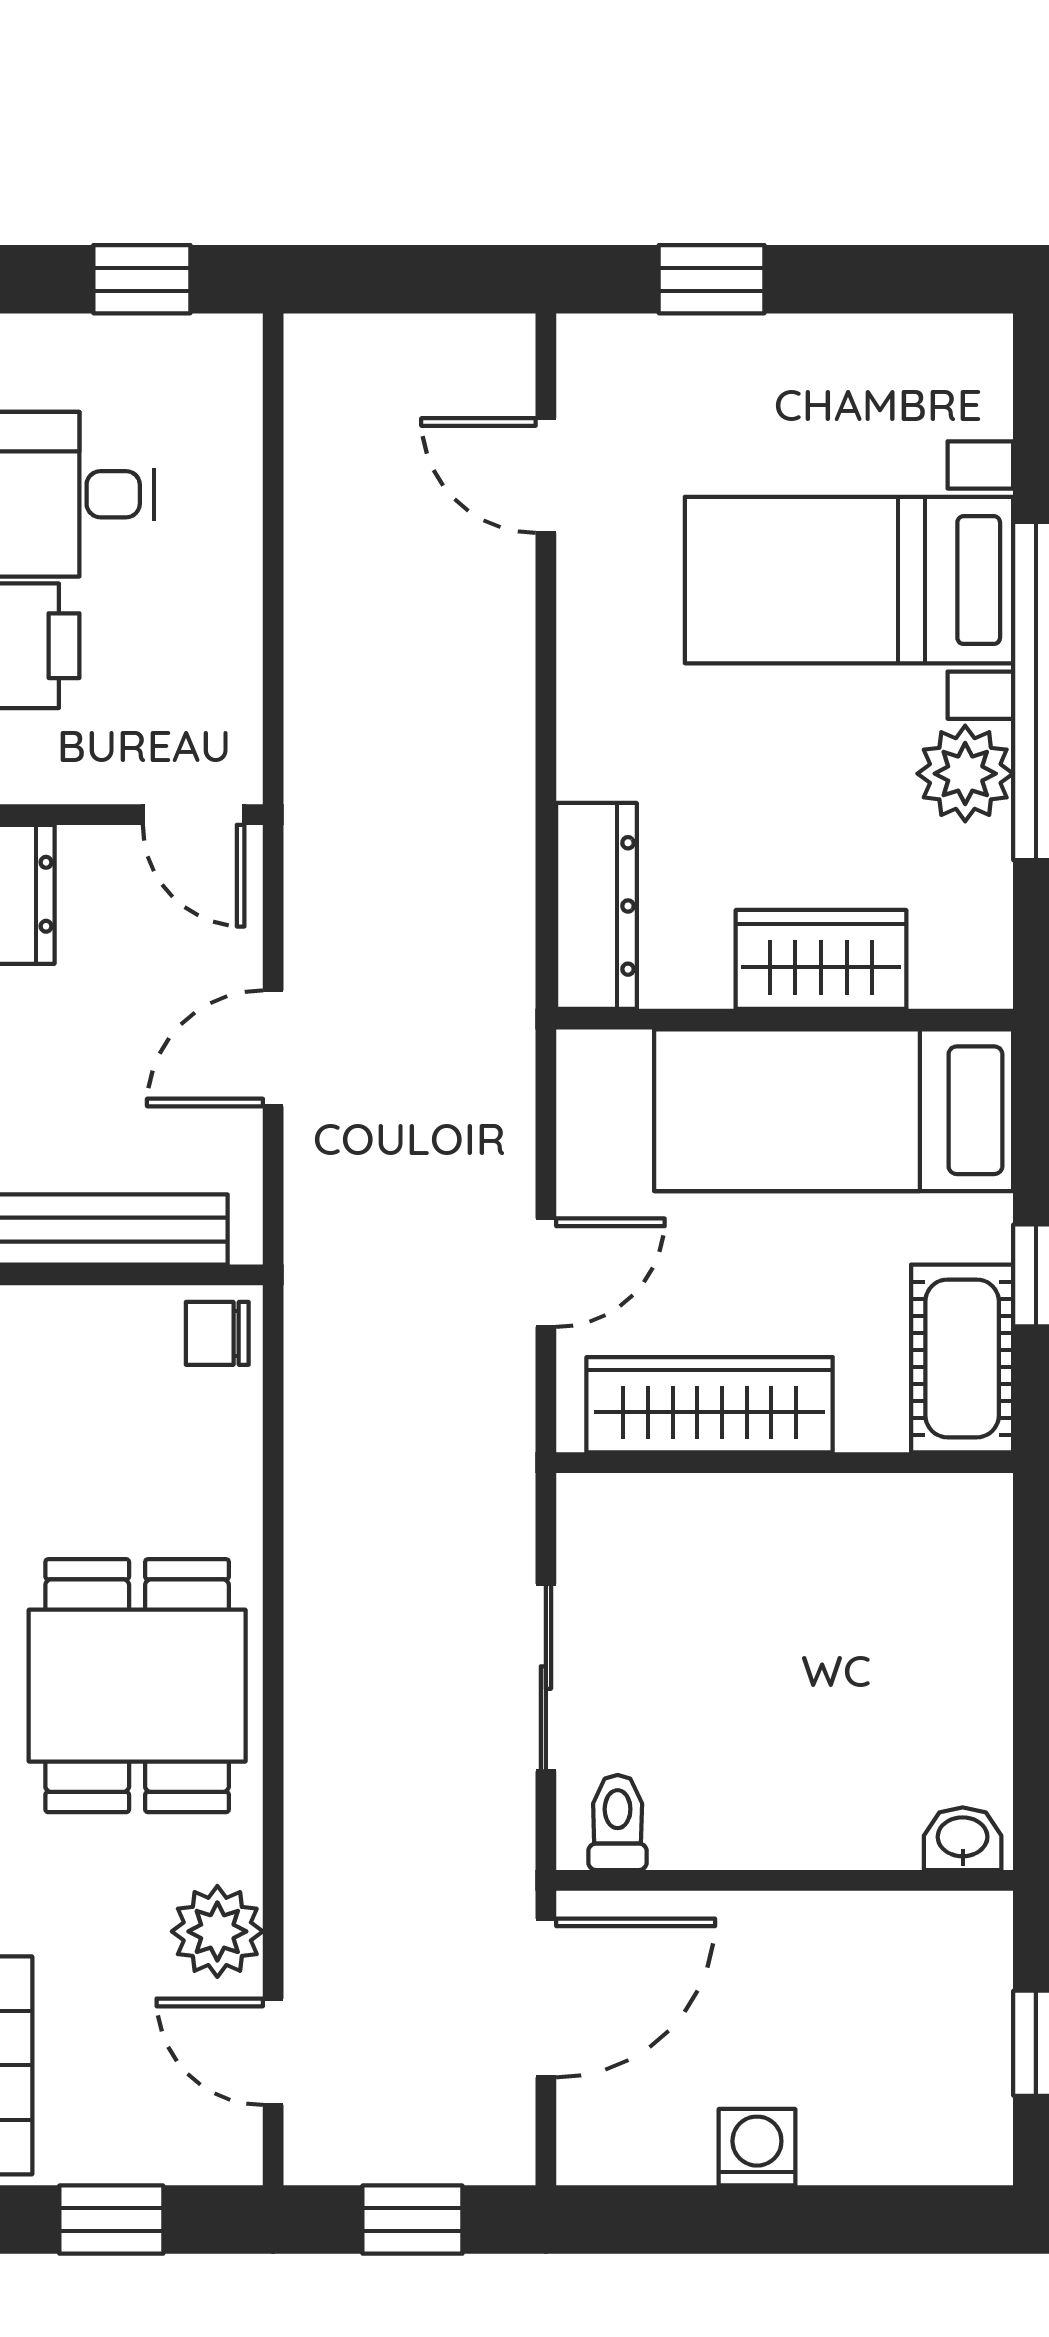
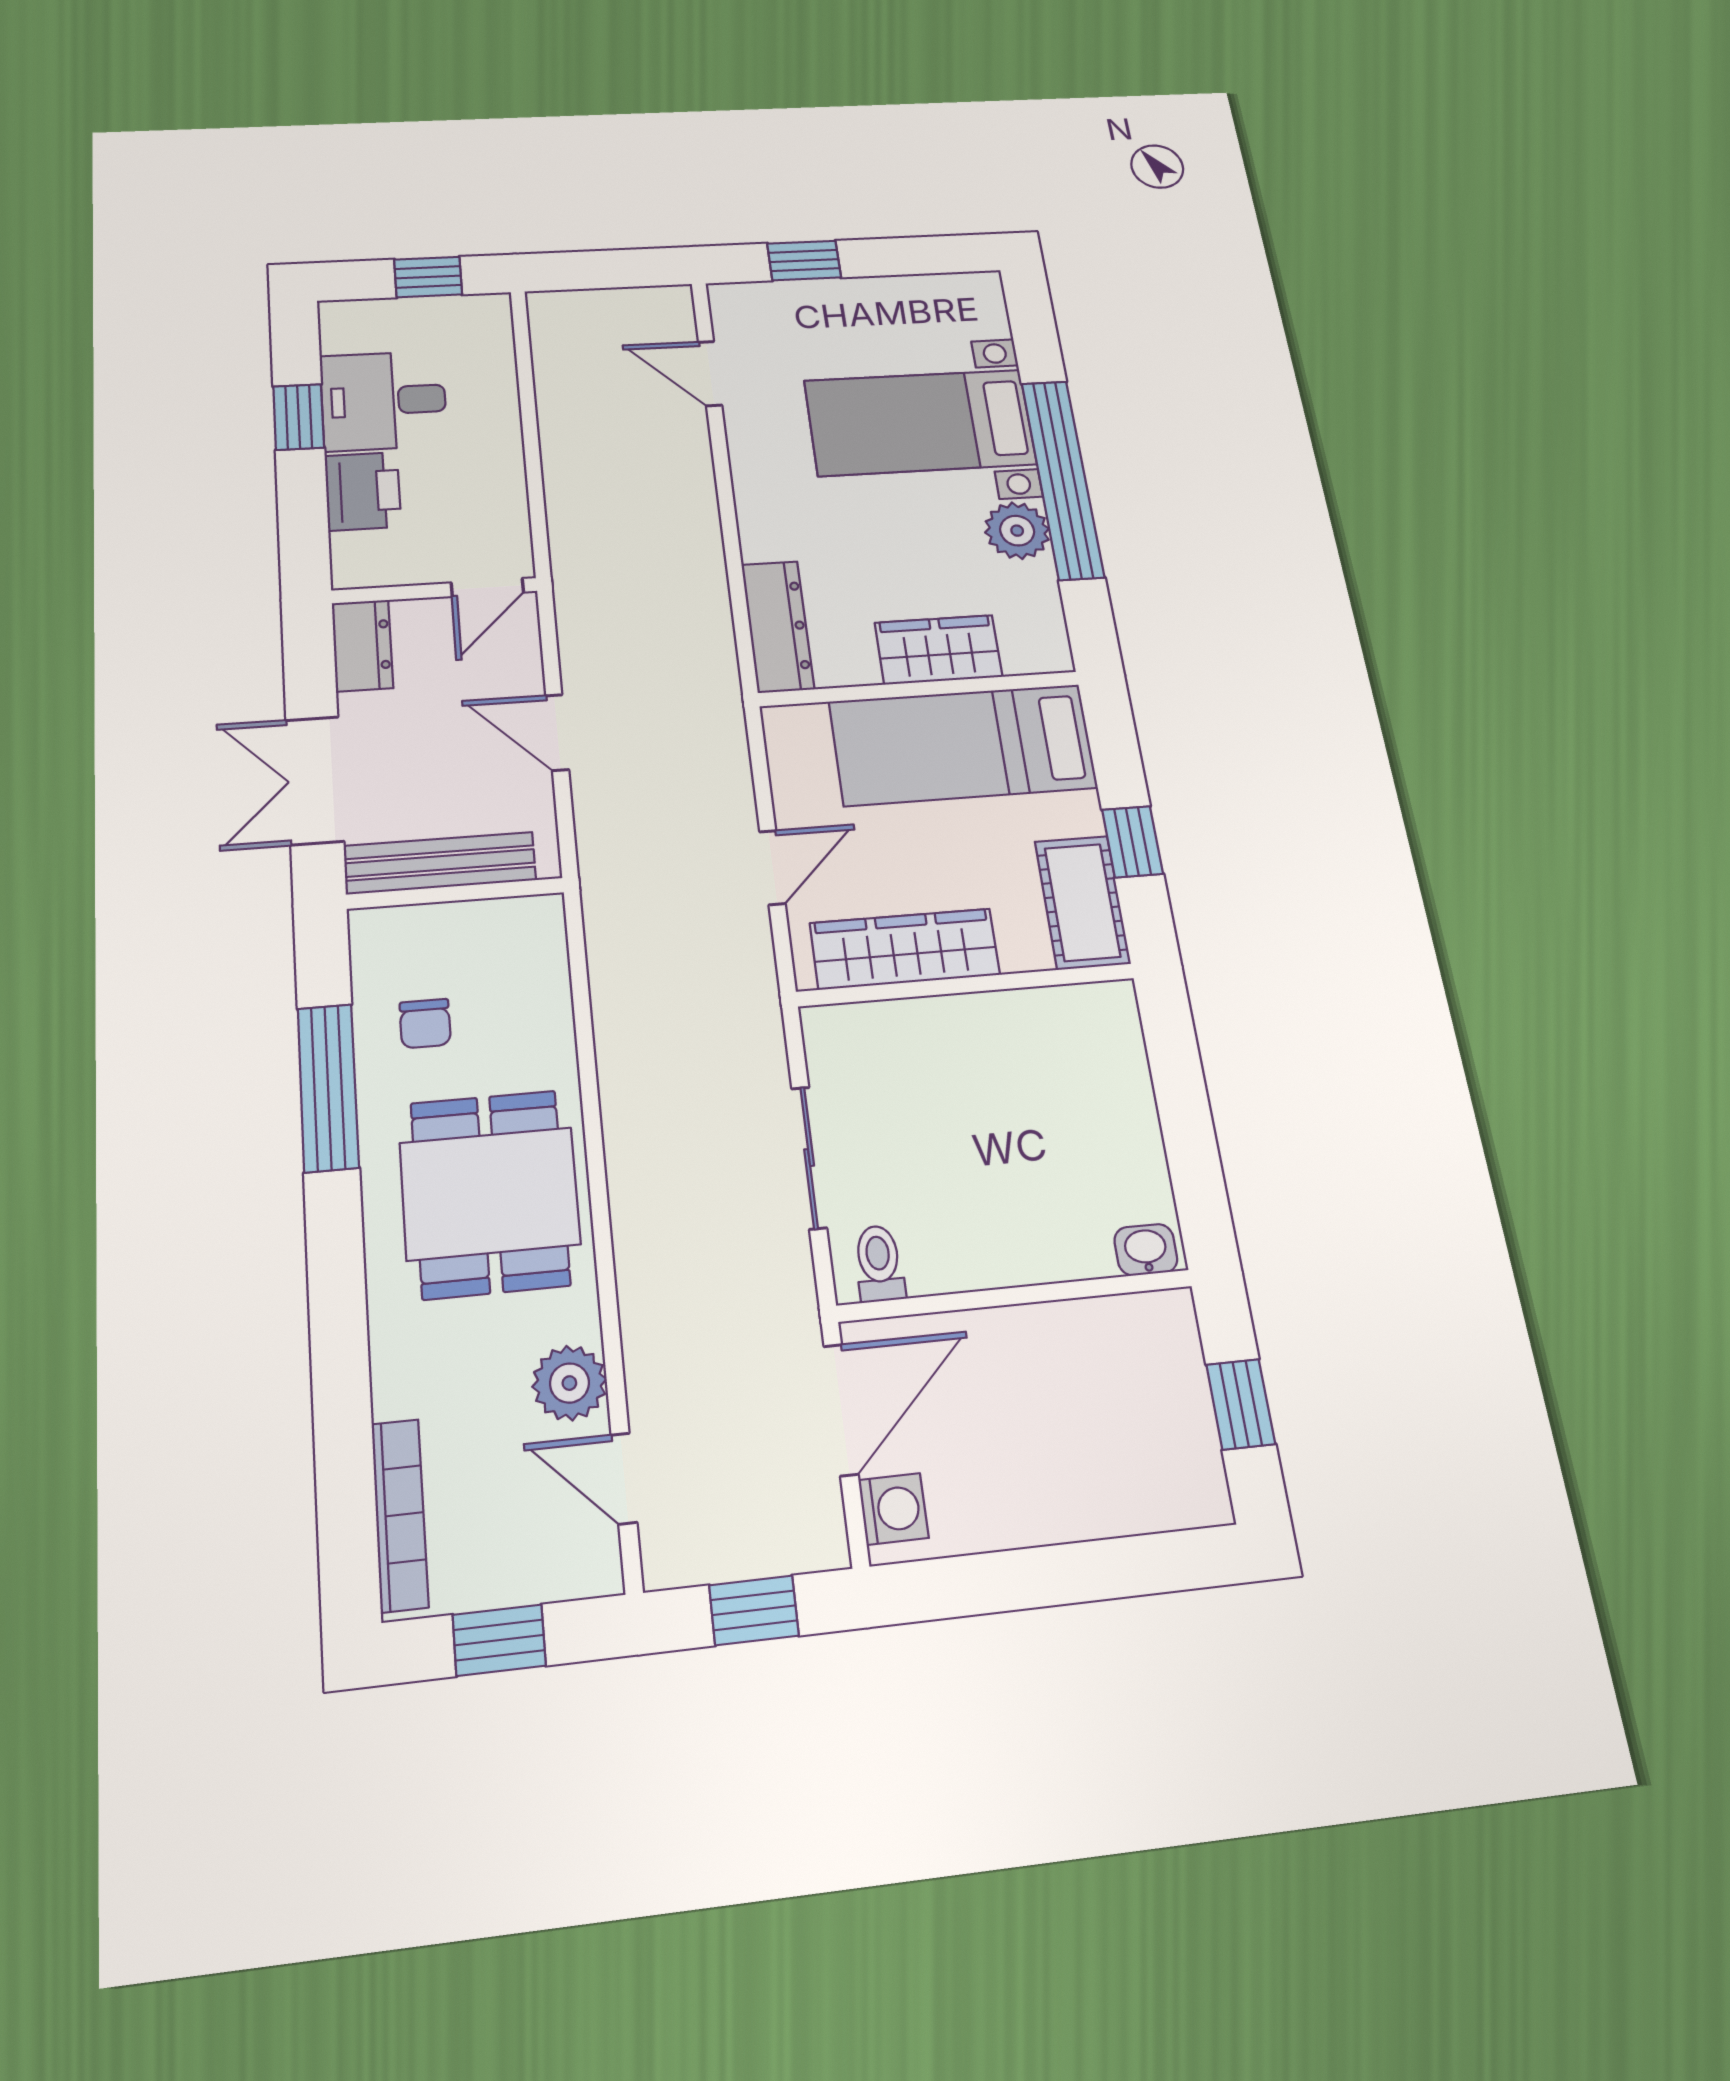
door: (194, 815) -> (487, 587), hinge flipped
door: (273, 1048) -> (557, 732), hinge flipped
chair: (217, 1333) -> (425, 1024), moved, turned -90
washing machine: (757, 2147) -> (893, 1509), moved, turned 90

